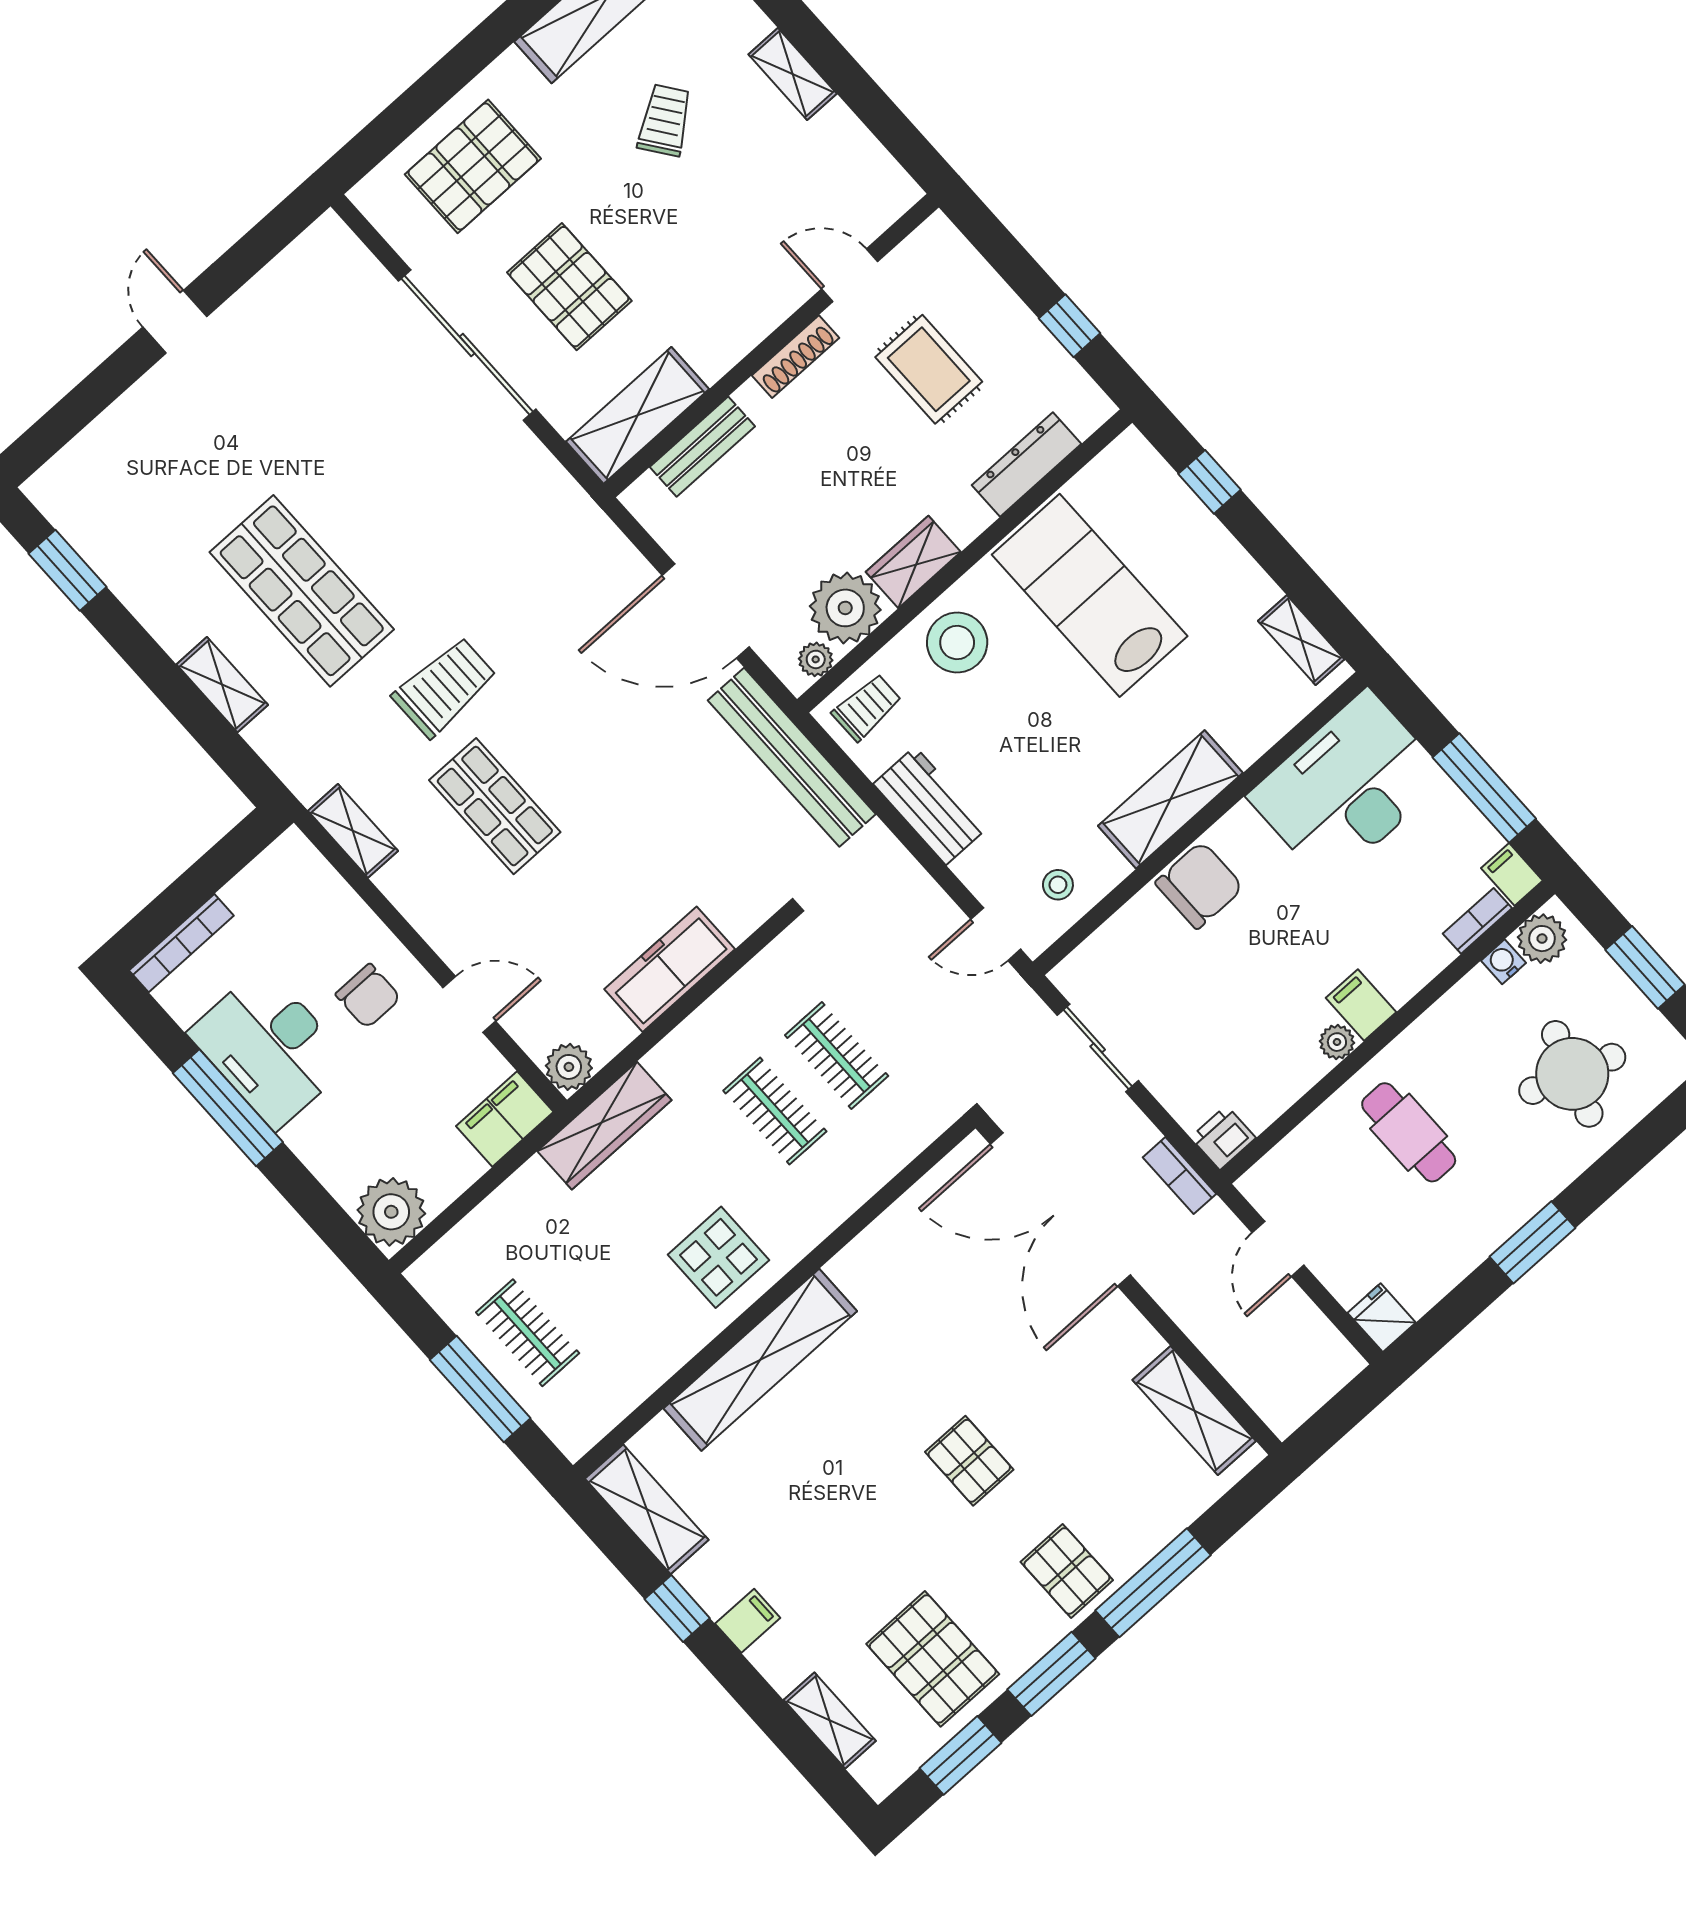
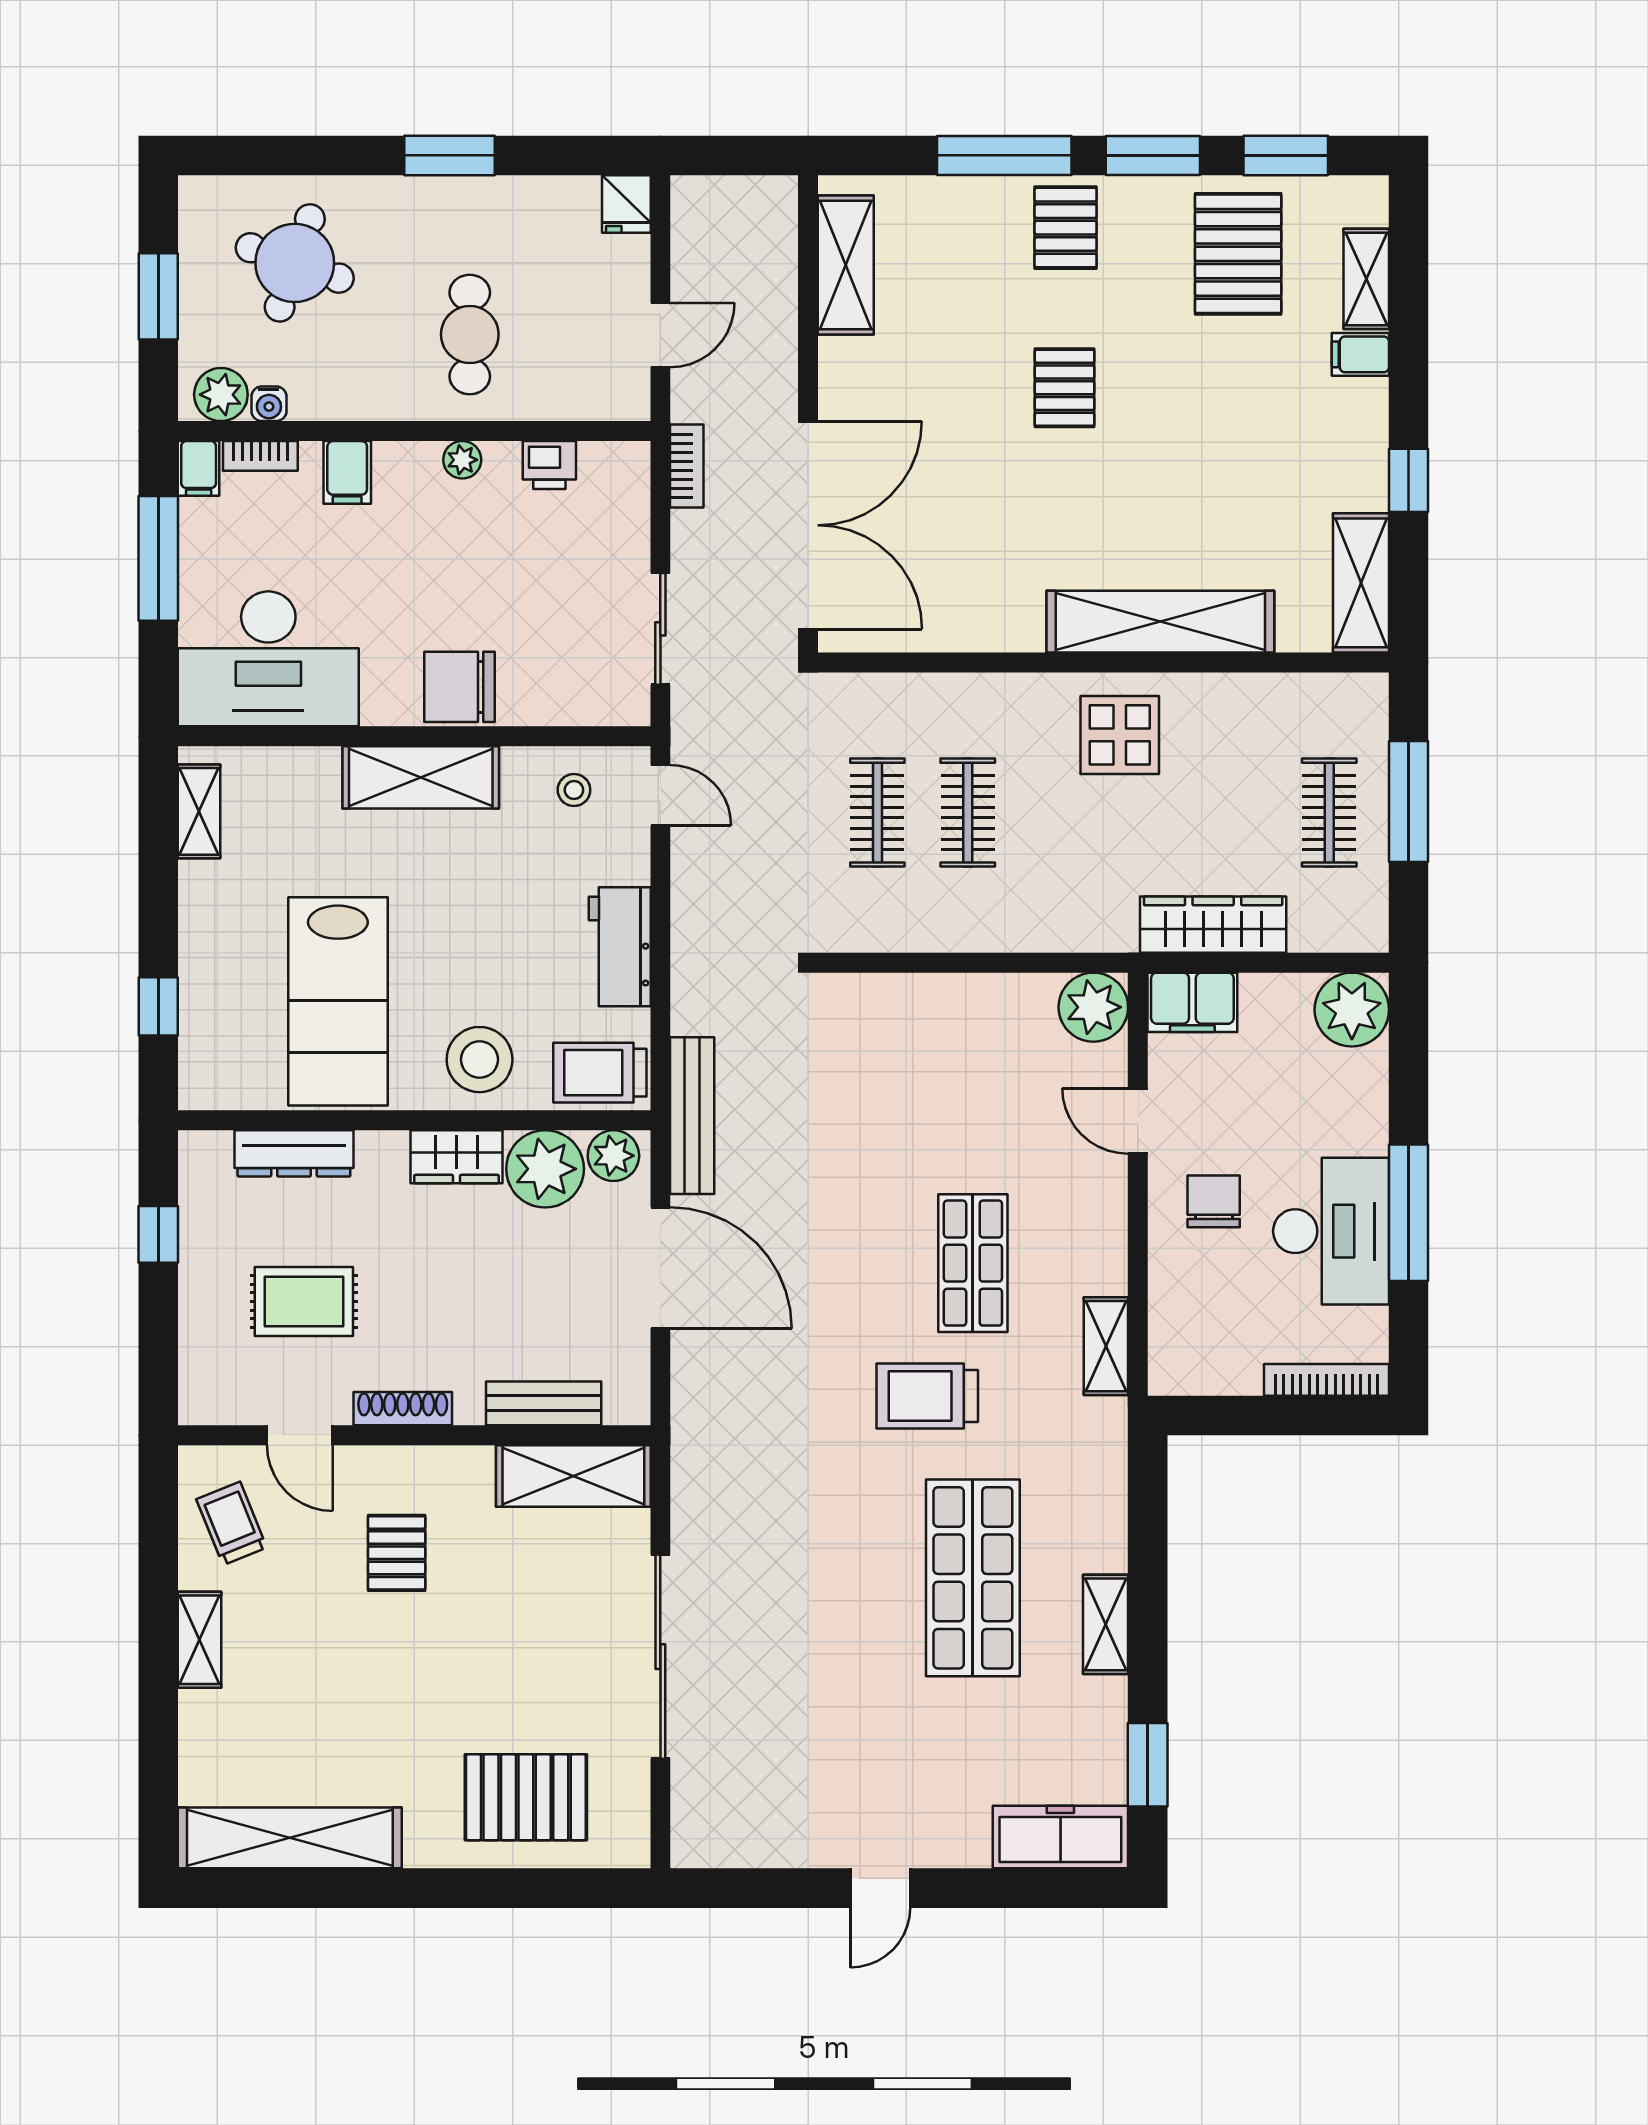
trolley: (665, 120) -> (232, 1523), moved, turned 104
pallet: (569, 287) -> (397, 1553), moved, width x0.67, depth x0.71
rug: (929, 369) -> (304, 1301), turned 90
plant: (816, 659) -> (613, 1156), width x1.38, depth x1.38
shelving: (222, 685) -> (1106, 1624), moved
trolley: (867, 707) -> (600, 1073), width x1.36, depth x1.39
bench: (792, 757) -> (692, 1116), width x0.73, depth x0.82
freezer: (670, 969) -> (1060, 1837), moved, turned 180
filing cabinet: (1361, 1005) -> (347, 472), moved
plant: (569, 1067) -> (1093, 1007), width x1.36, depth x1.36
wardrobe: (604, 1126) -> (1213, 925), moved
printer: (1223, 1138) -> (549, 465), moved
filing cabinet: (748, 1621) -> (1360, 354), moved

